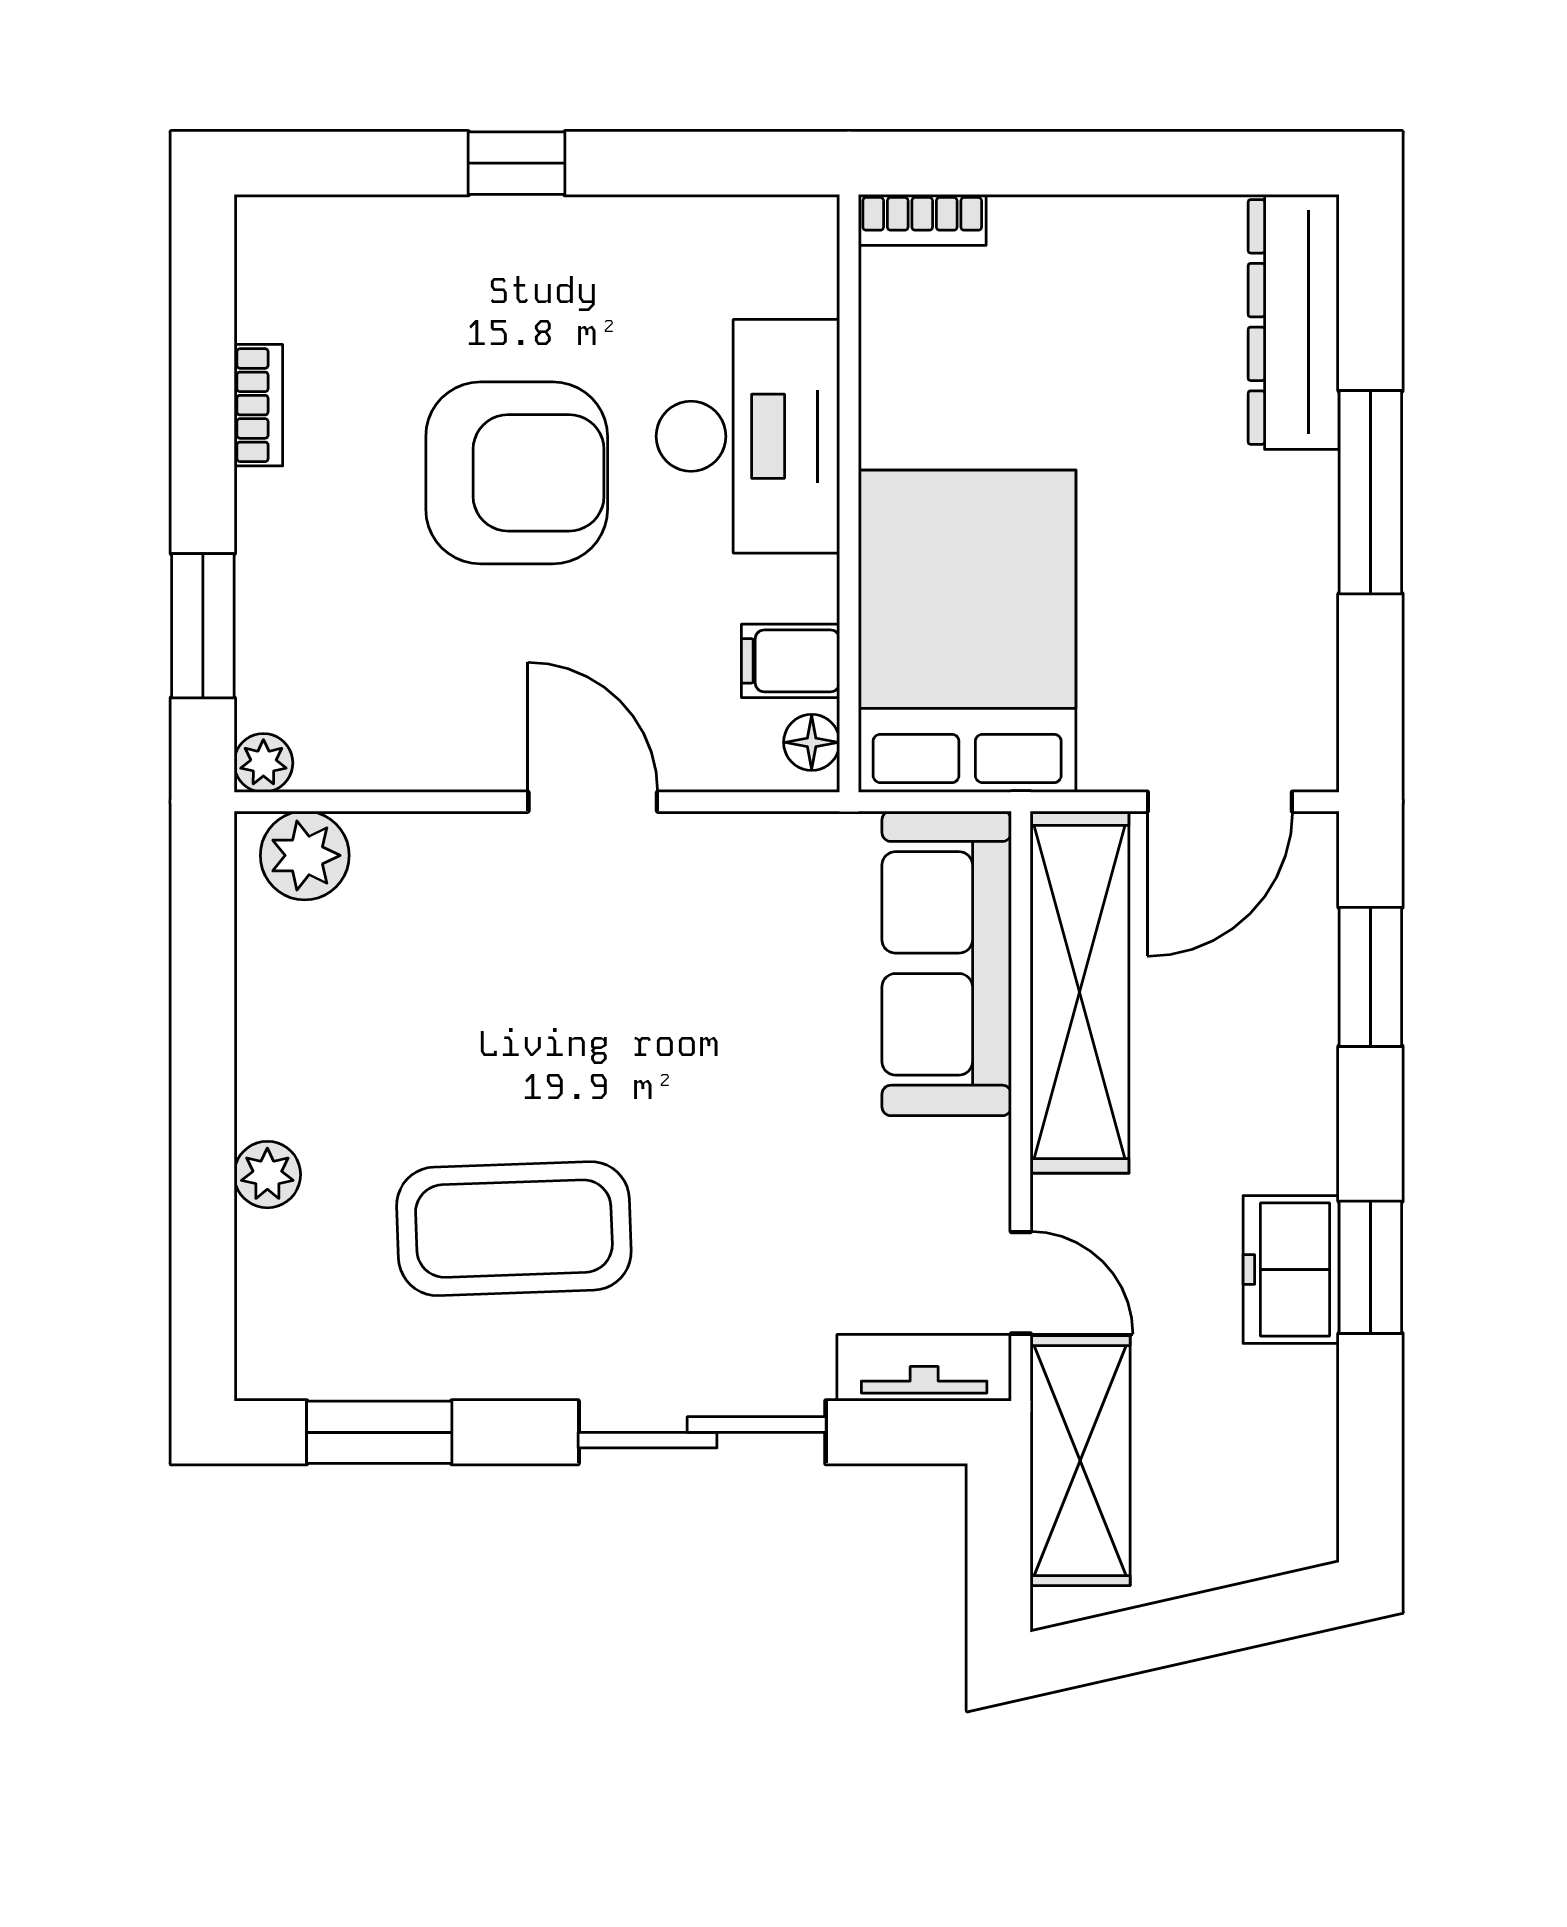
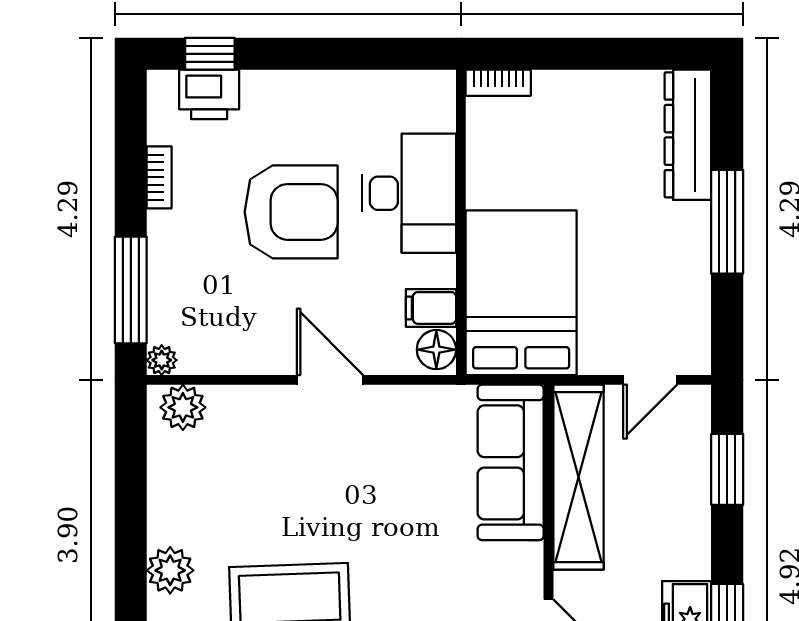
window: (517, 163) -> (210, 54), moved
printer: (356, 243) -> (209, 94), added
window: (203, 626) -> (131, 290), width x1.44
floor lamp: (812, 742) -> (436, 350), width x1.37, depth x1.37
door: (1220, 802) -> (650, 380), width x0.73
plant: (267, 1175) -> (170, 570), width x1.38, depth x1.38

